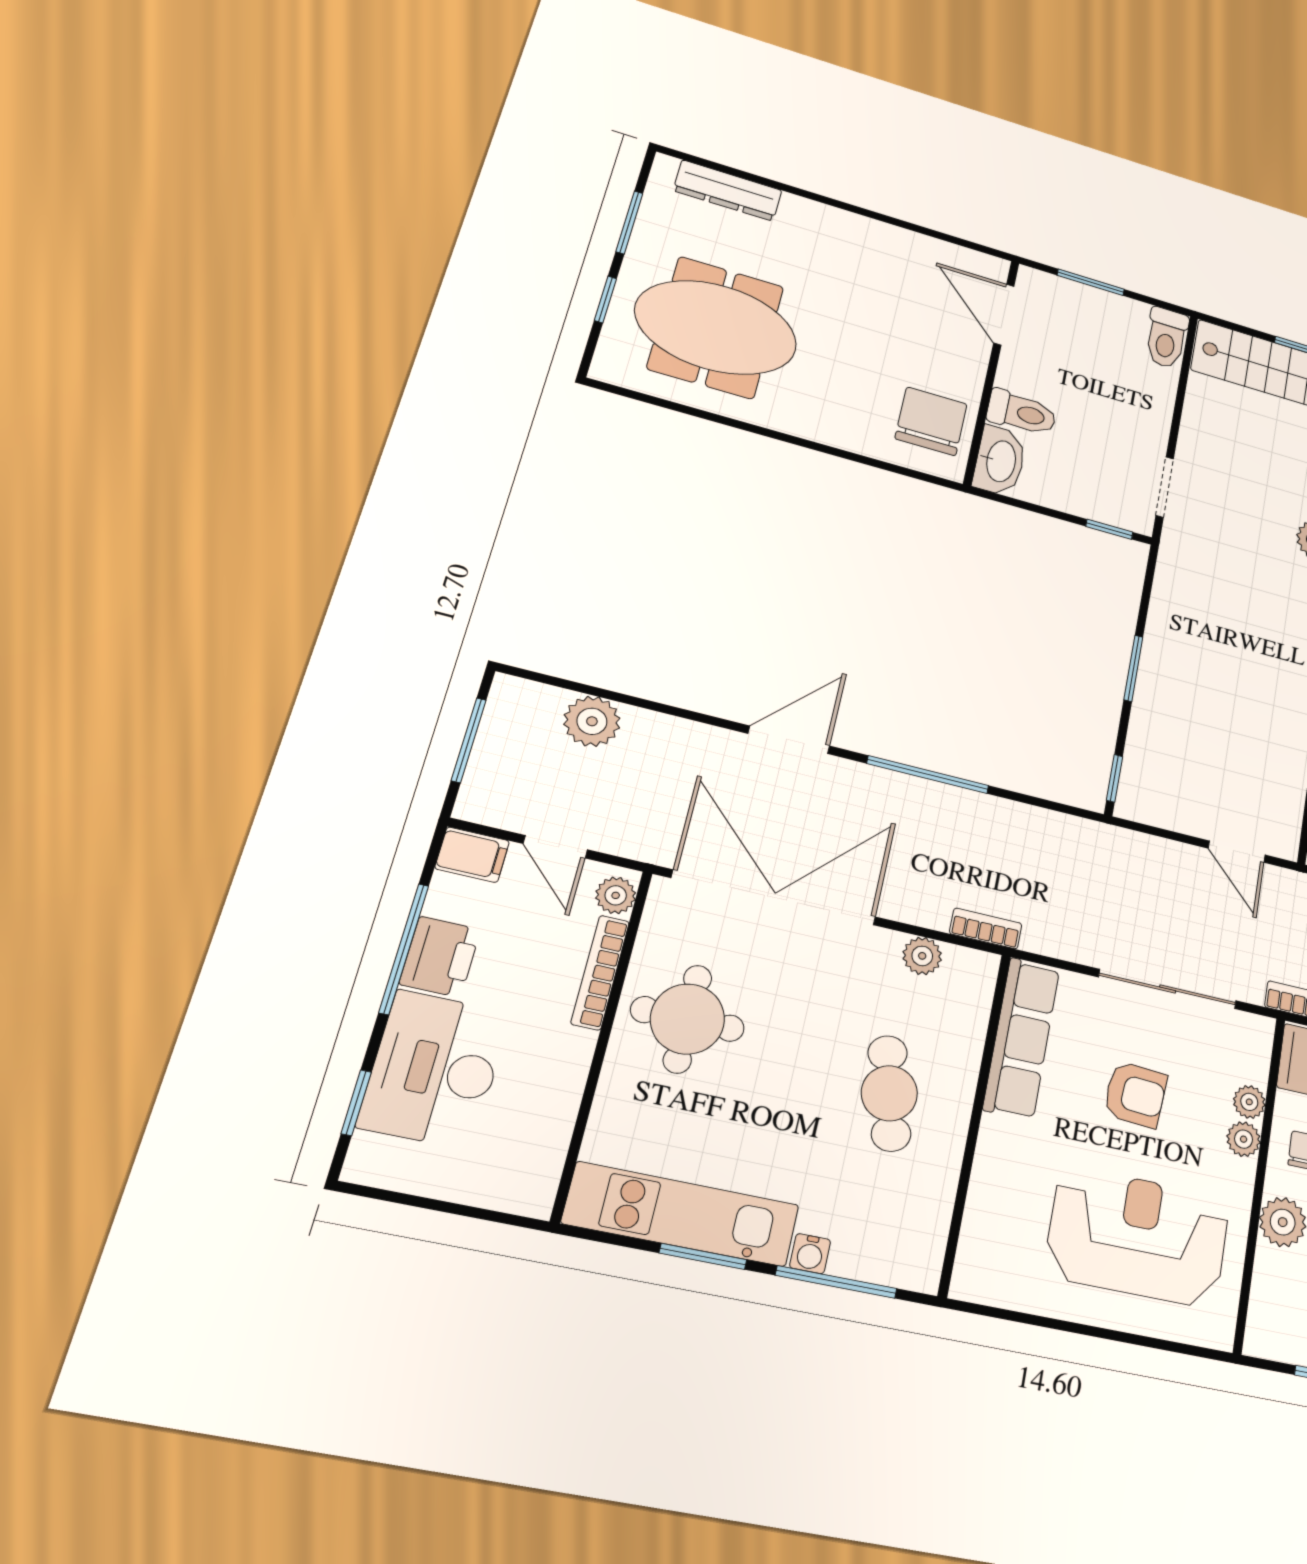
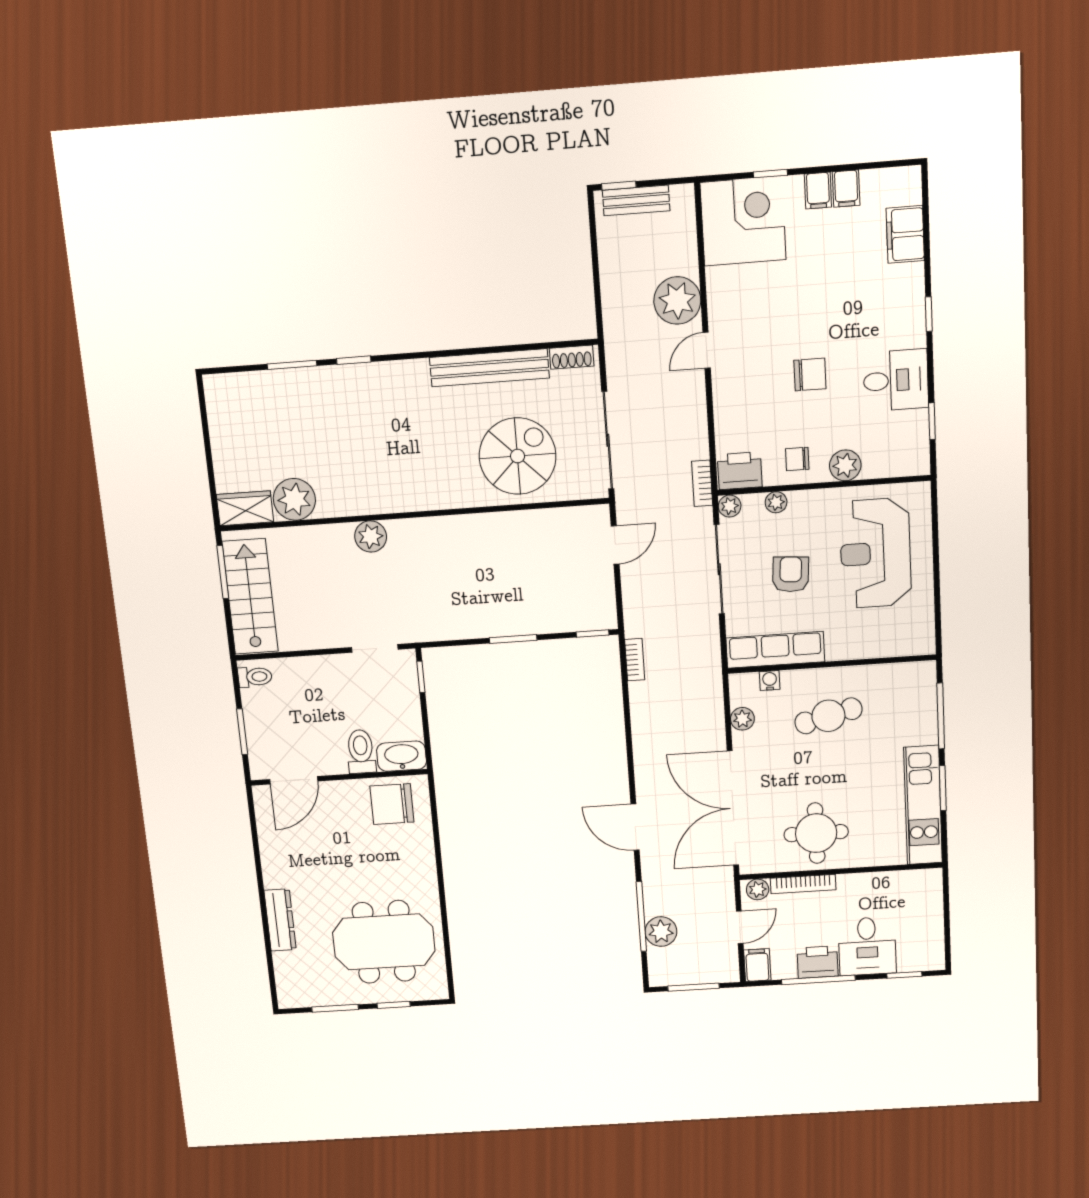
dresser: (728, 191) -> (280, 920), moved
meeting table: (716, 327) -> (384, 942), turned 90
toilet: (1166, 338) -> (255, 677), width x0.73, depth x0.72
window: (928, 775) -> (641, 916), moved
bookcase: (986, 928) -> (635, 660), moved, turned 180
desk: (434, 1069) -> (867, 946), width x0.73
plant: (1244, 1139) -> (730, 506), moved
water cooler: (810, 1254) -> (770, 681), moved, turned -90

